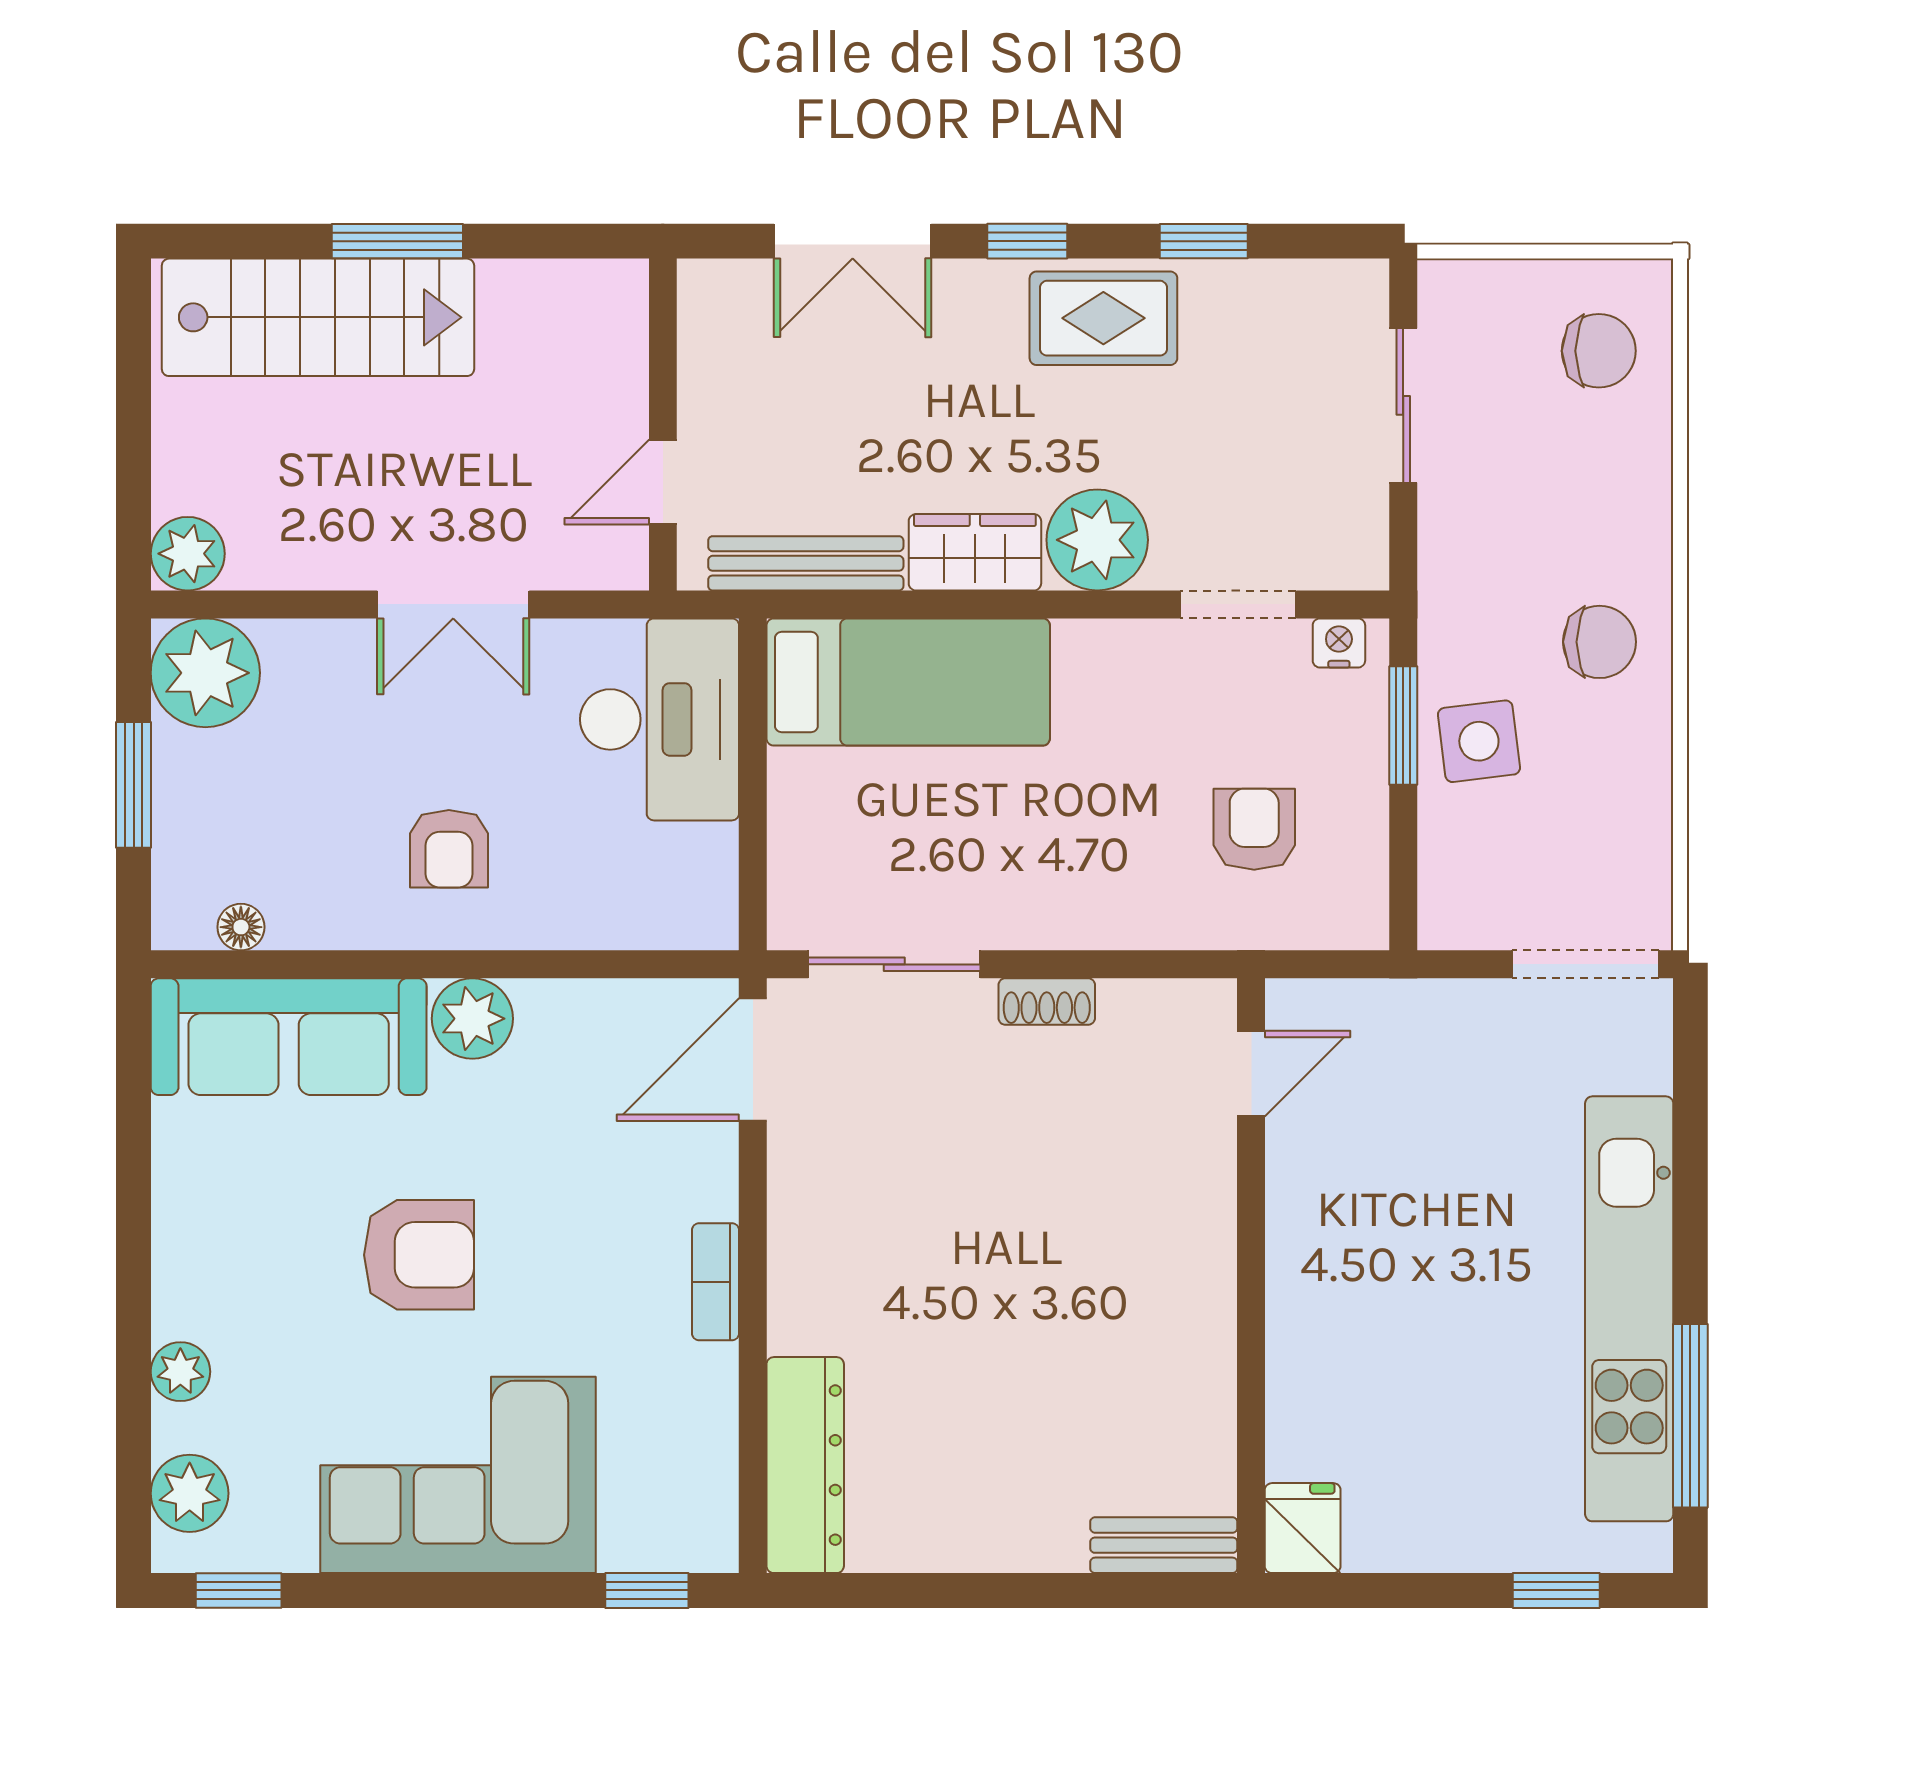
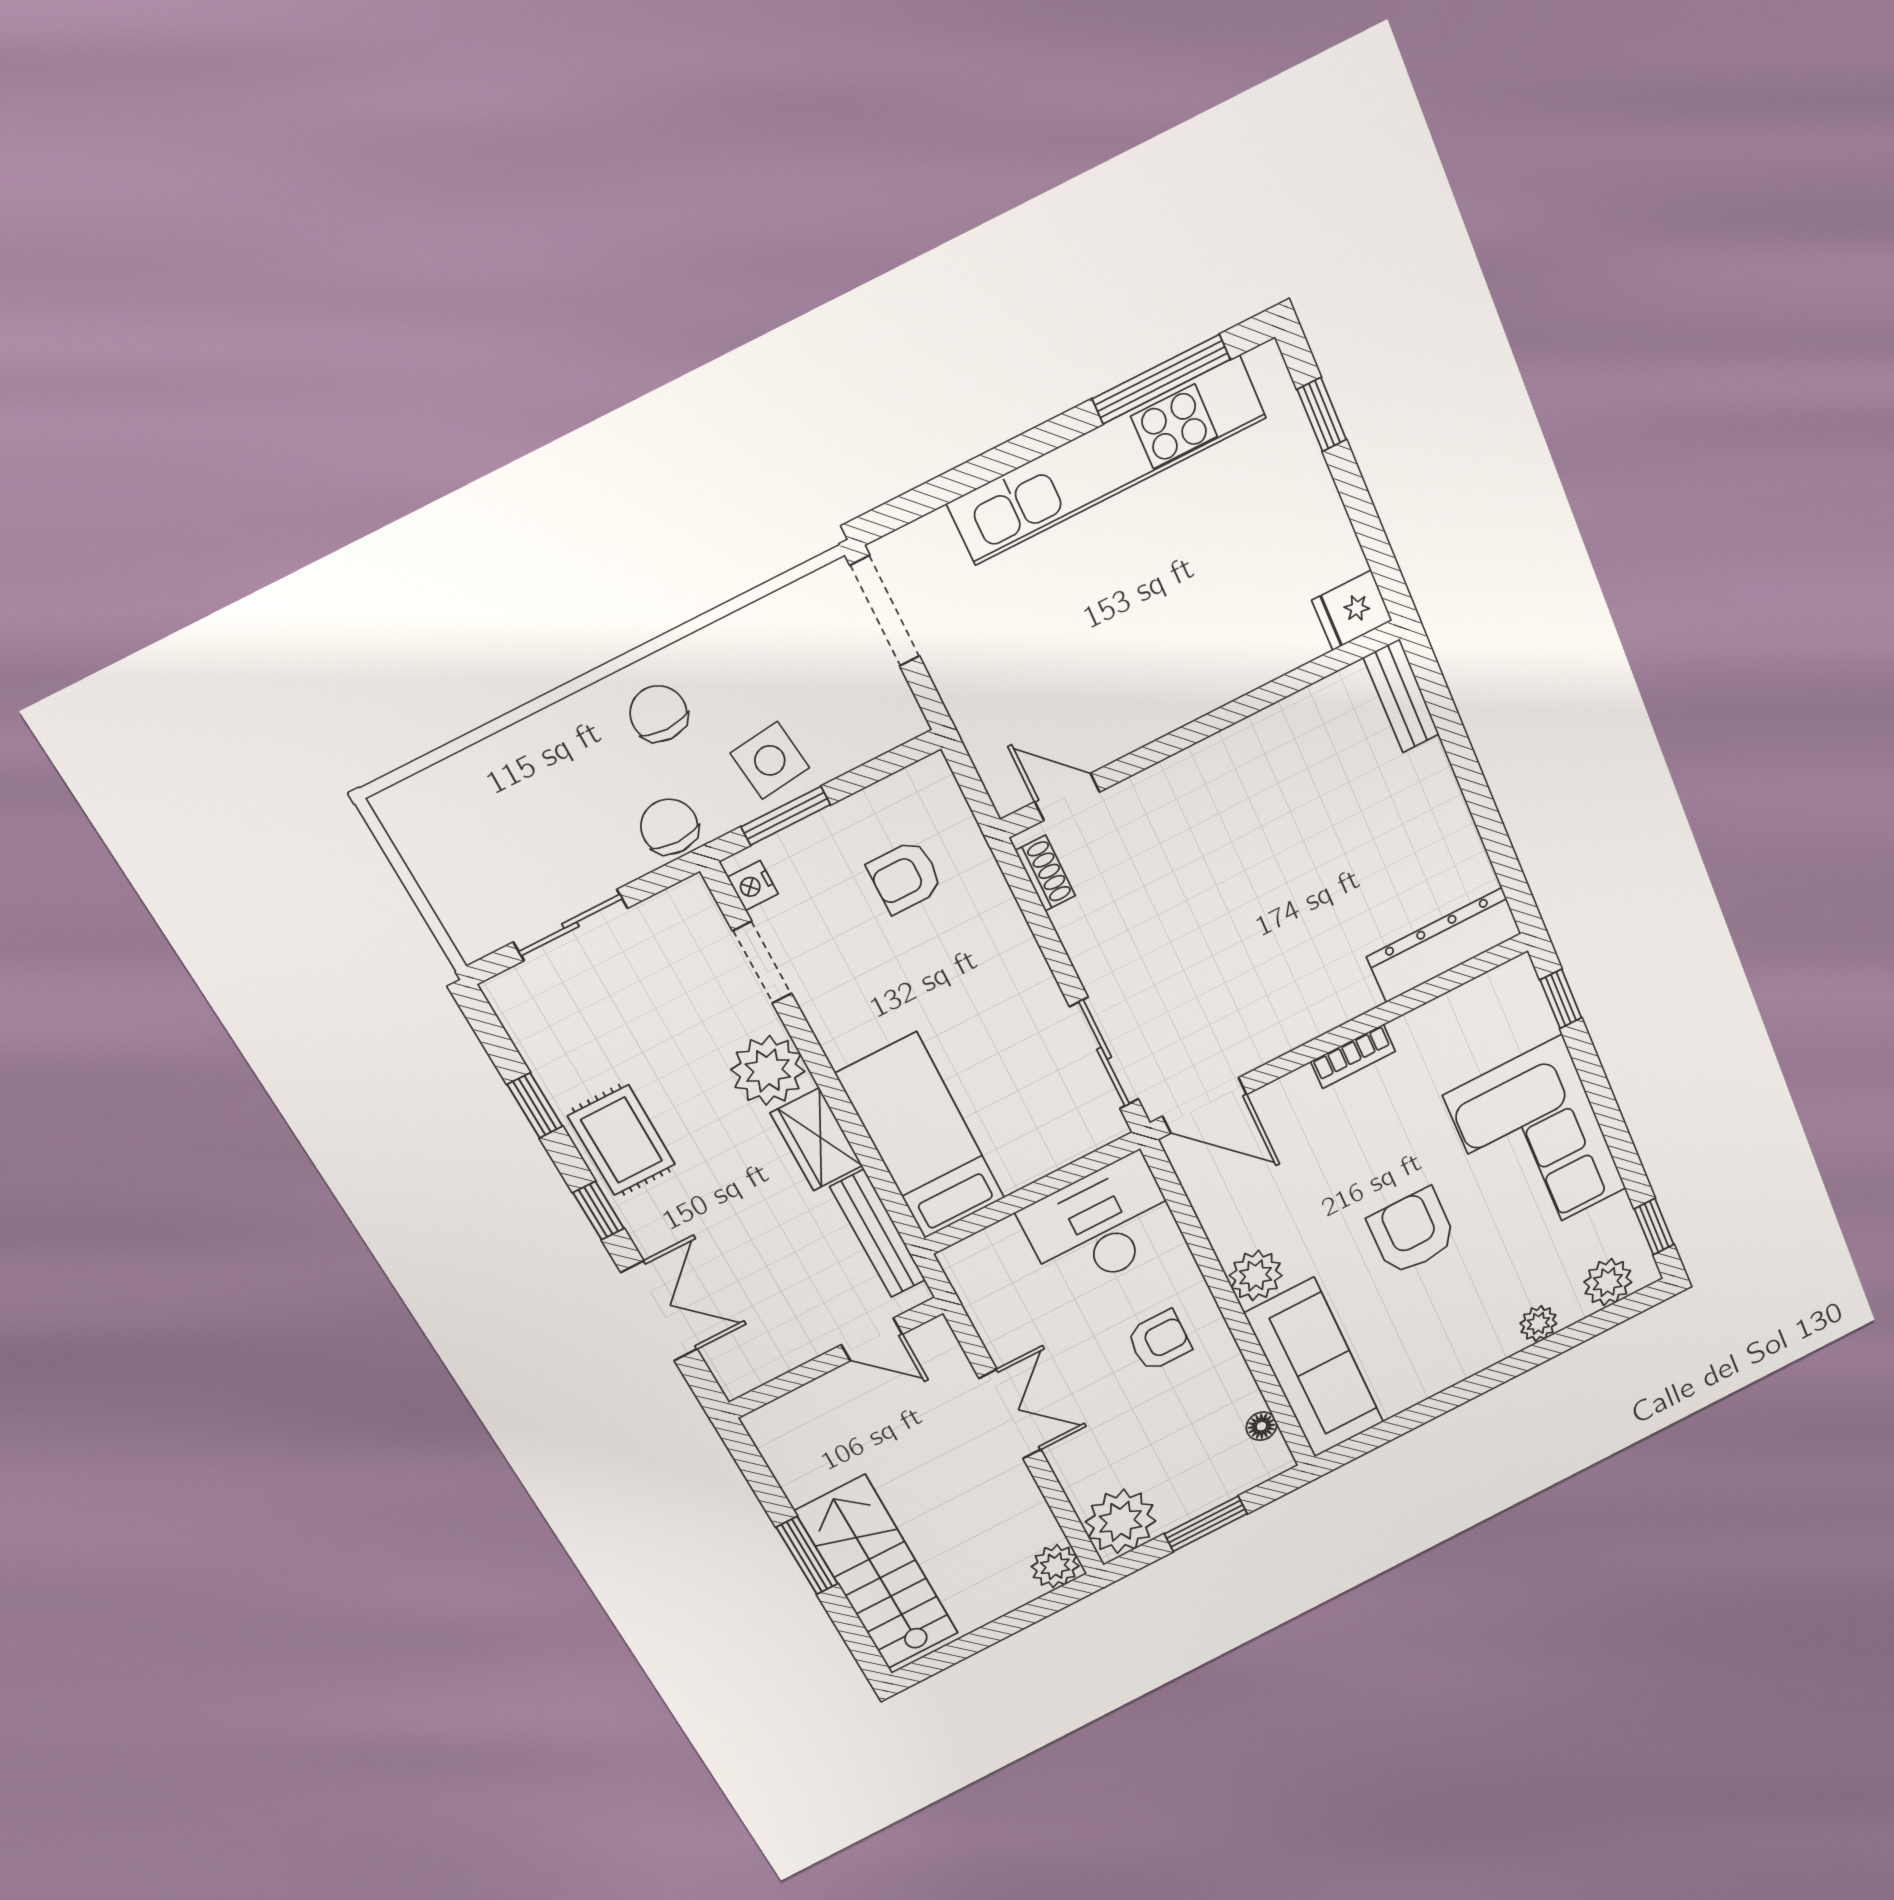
chair: (1599, 351) -> (669, 827), moved
desk: (660, 719) -> (1100, 1225), moved
shoe rack: (1047, 1002) -> (1045, 873), moved

